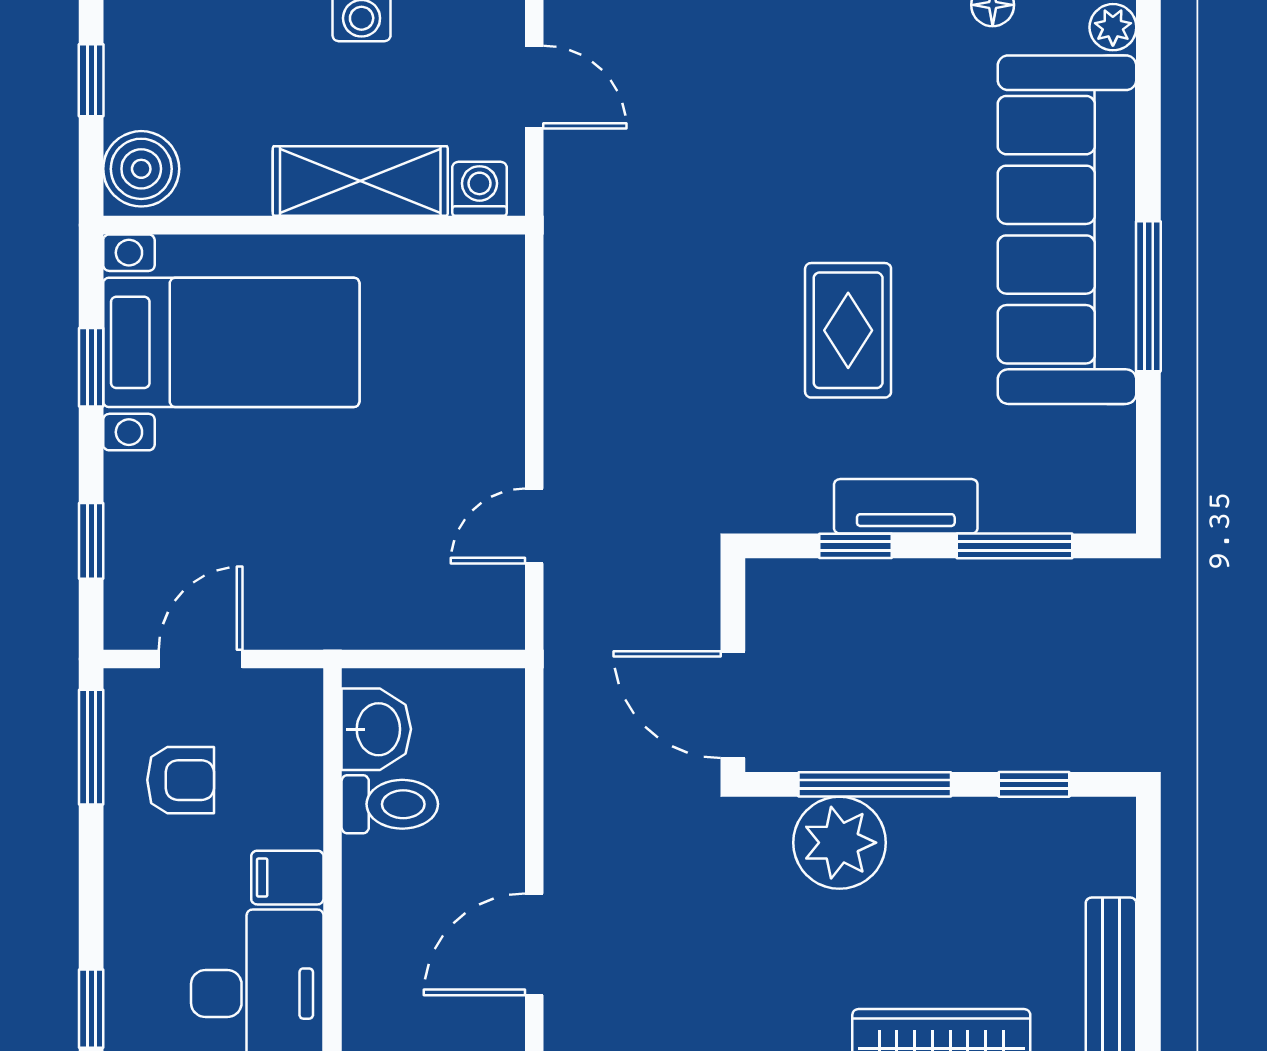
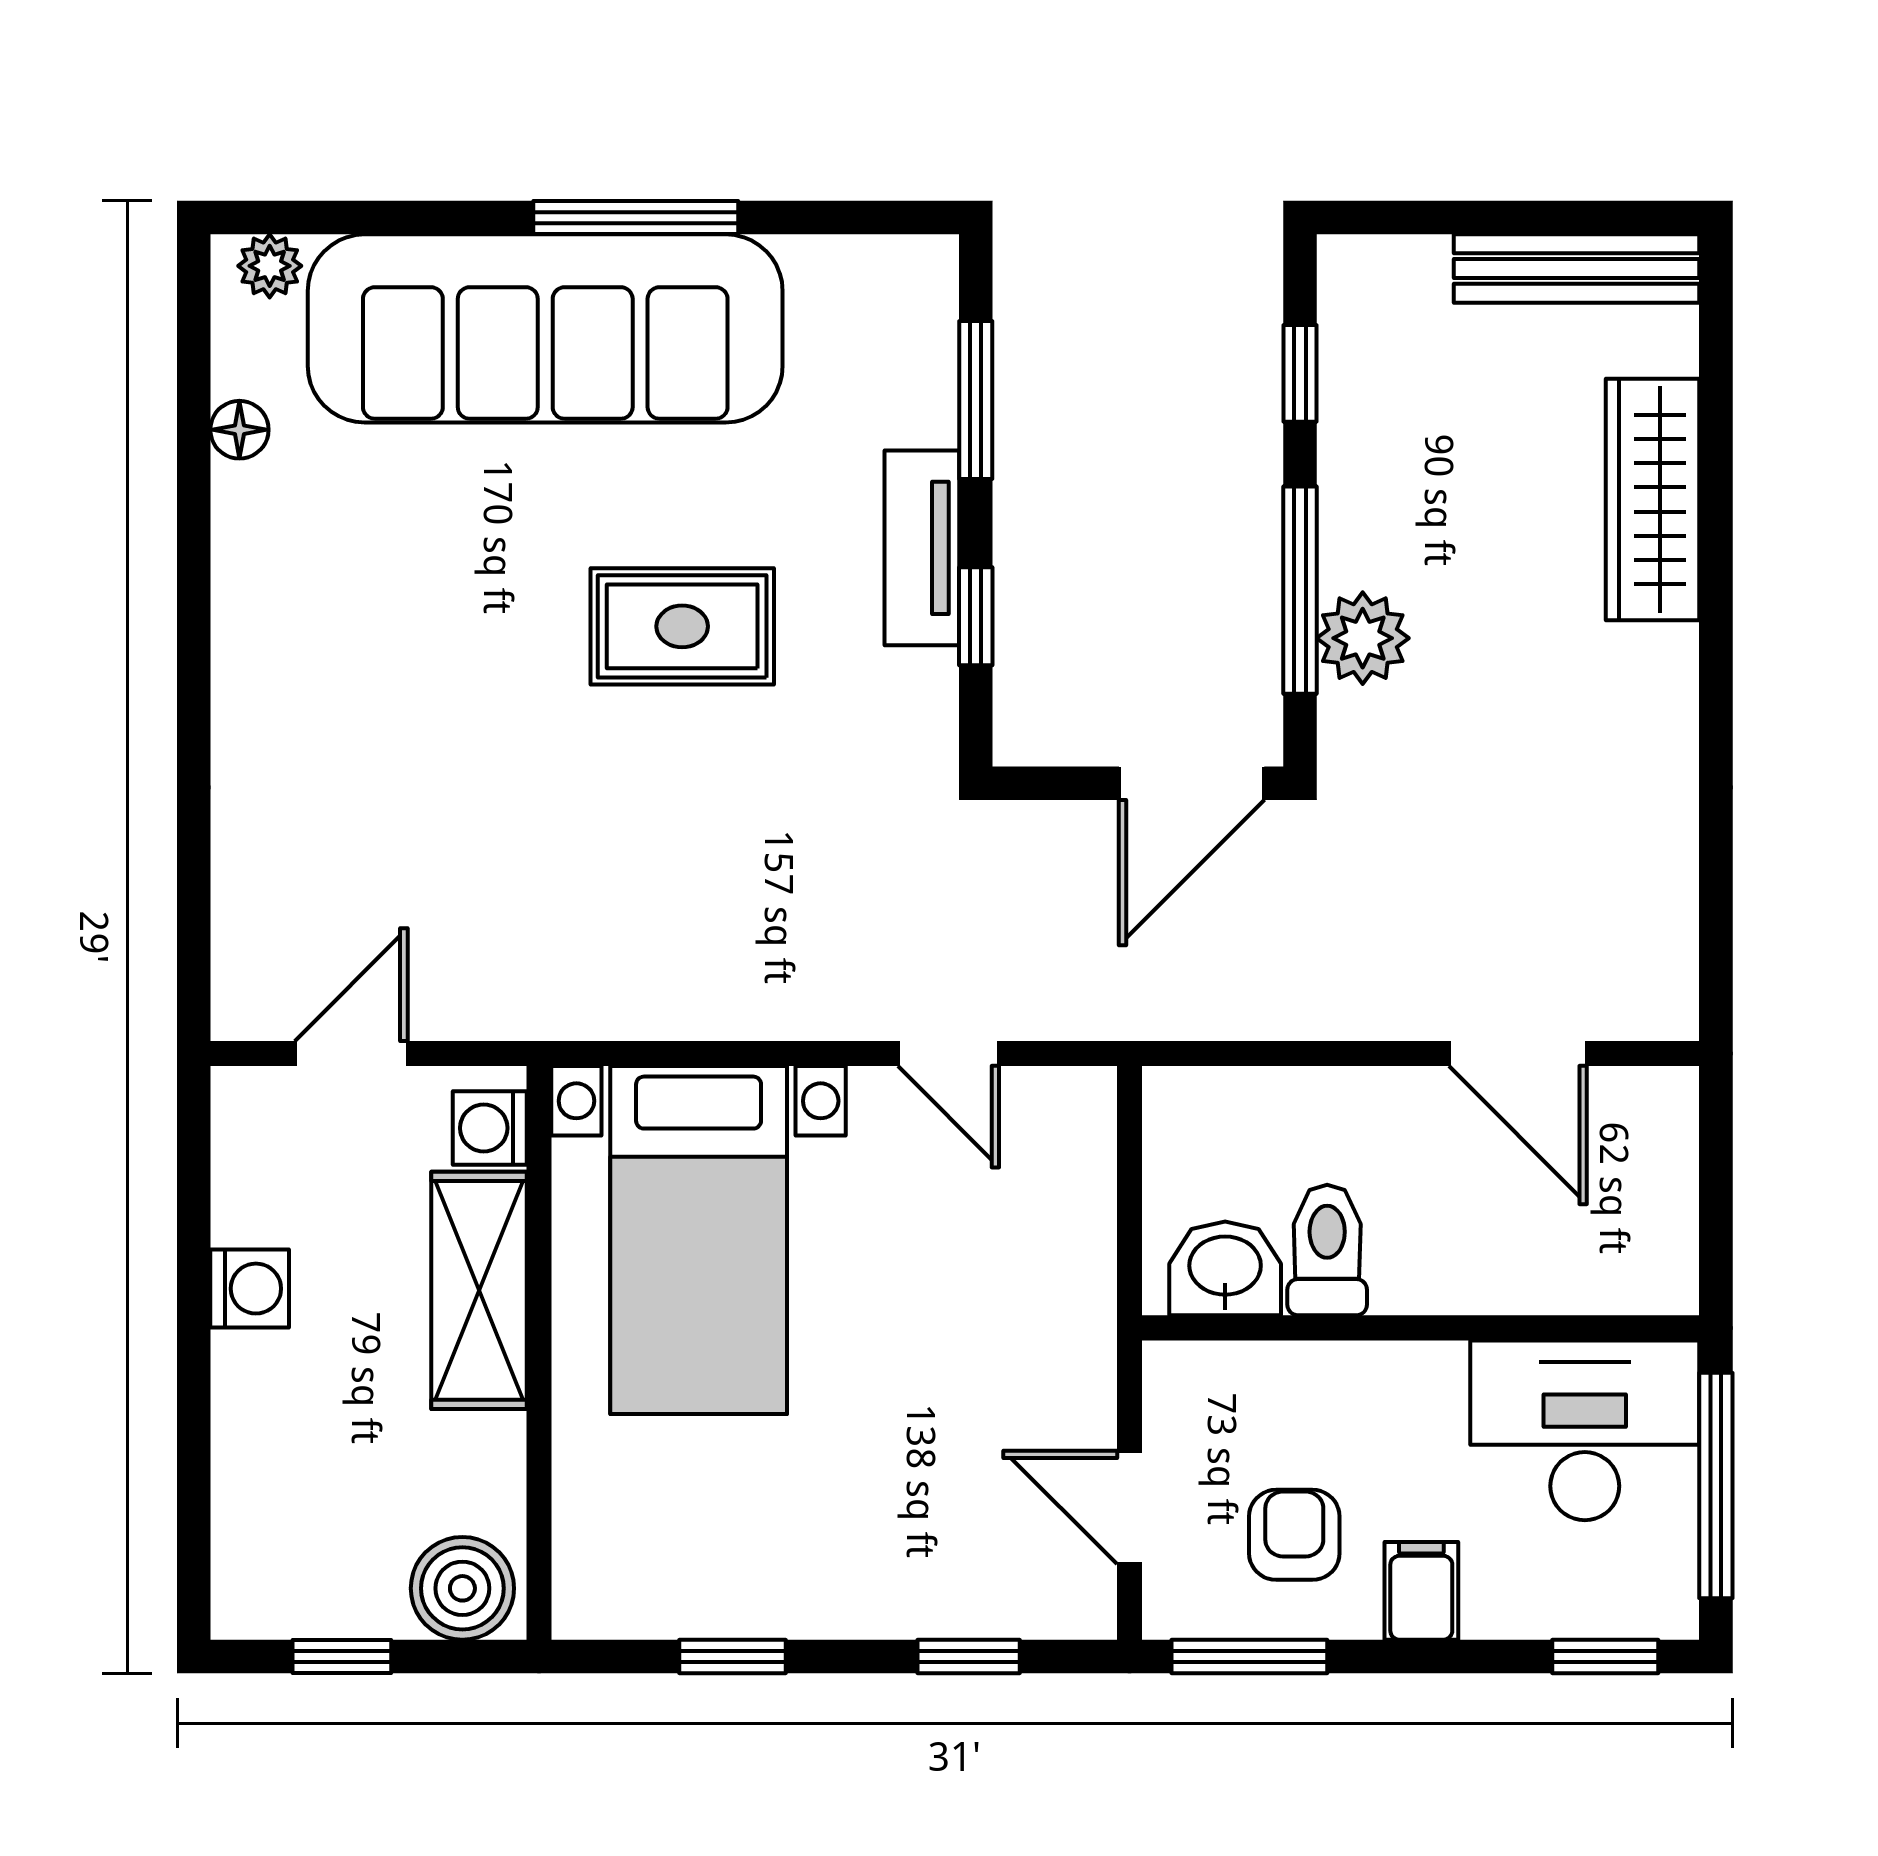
bed with nightstands: (231, 342) -> (699, 1240), moved, turned 180
plant: (839, 843) -> (1363, 638), width x0.73, depth x0.73
filing cabinet: (287, 878) -> (1421, 1591), moved, turned 180

